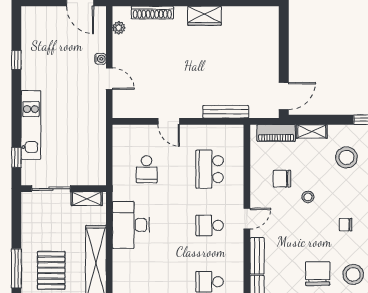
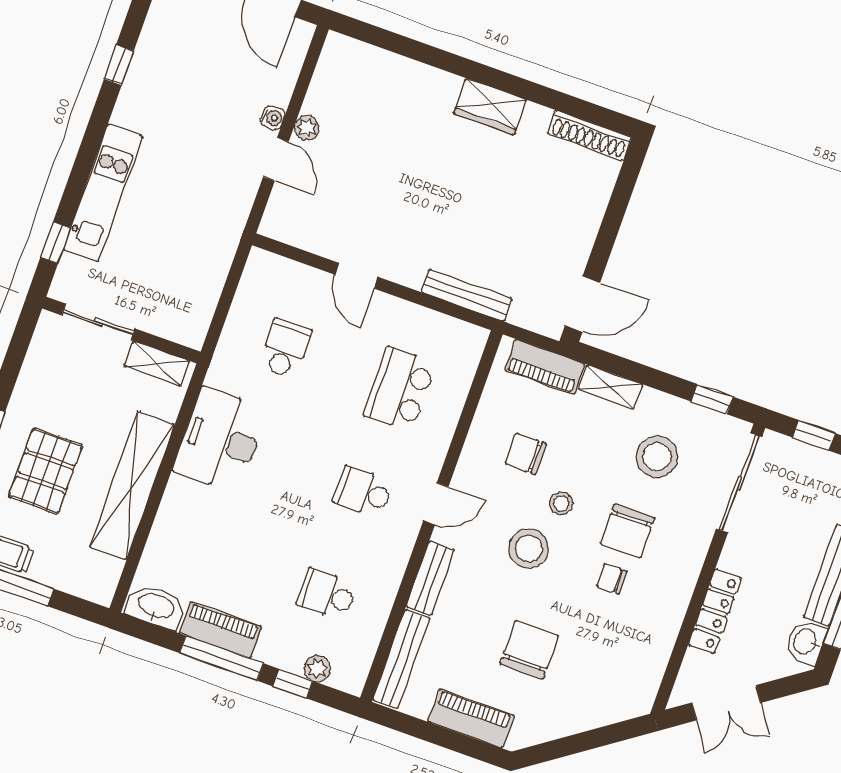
shoe rack: (152, 13) -> (590, 135), moved
plant: (119, 28) -> (307, 128), moved
school desk: (147, 169) -> (285, 348), turned 180
chair: (345, 199) -> (627, 531), added
stool: (353, 274) -> (529, 549), moved

